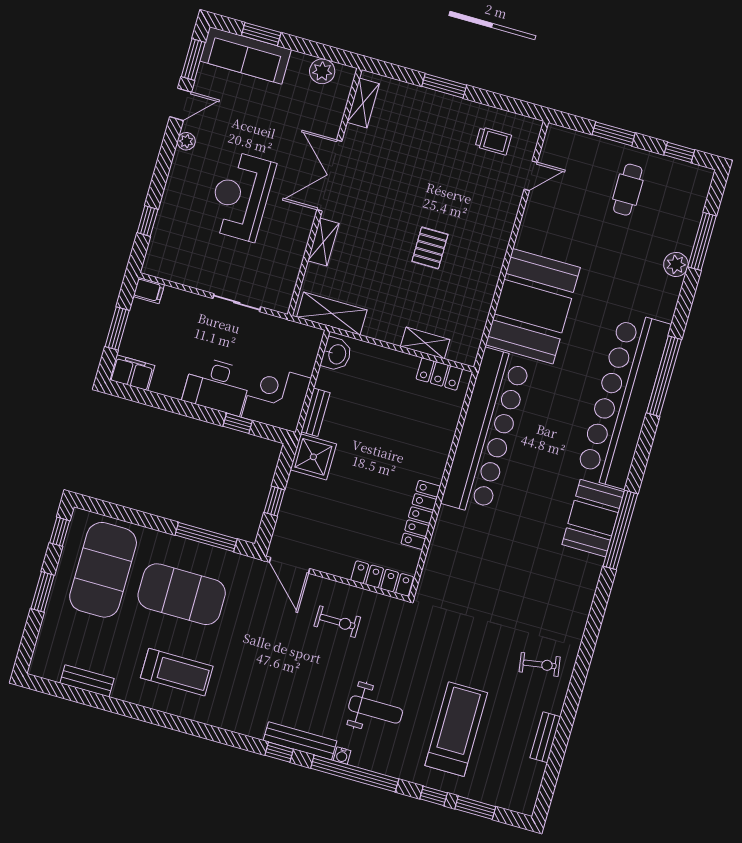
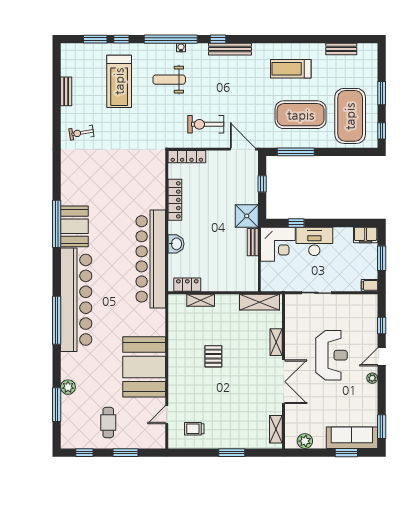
door: (181, 104) -> (382, 357), moved
booth: (533, 306) -> (144, 367), moved
washbasin: (336, 354) -> (176, 244), moved, turned 180
exercise bike: (337, 622) -> (206, 124), width x1.38, depth x1.39
bench: (300, 741) -> (230, 49), moved

